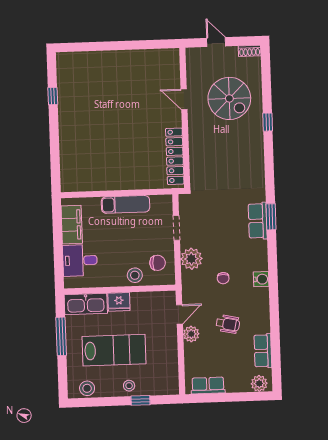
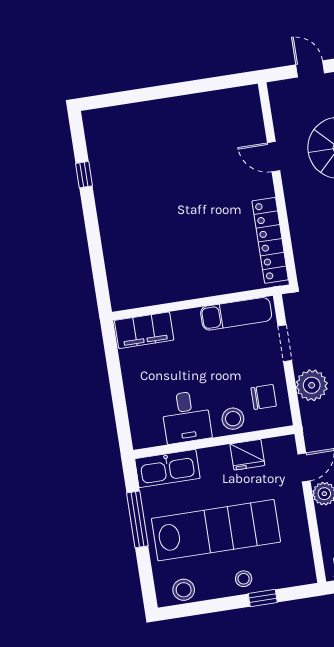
exam couch: (125, 204) -> (236, 314), moved
filing cabinet: (72, 225) -> (144, 330), moved, turned 90
desk: (80, 260) -> (186, 417), moved, turned -90
fridge: (119, 302) -> (247, 455), moved
lab bench: (114, 350) -> (216, 530), width x1.36

